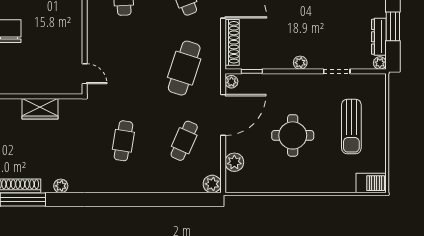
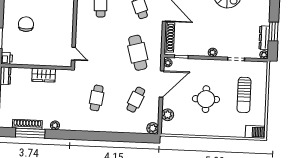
cafe table: (184, 68) -> (138, 53), turned -33

